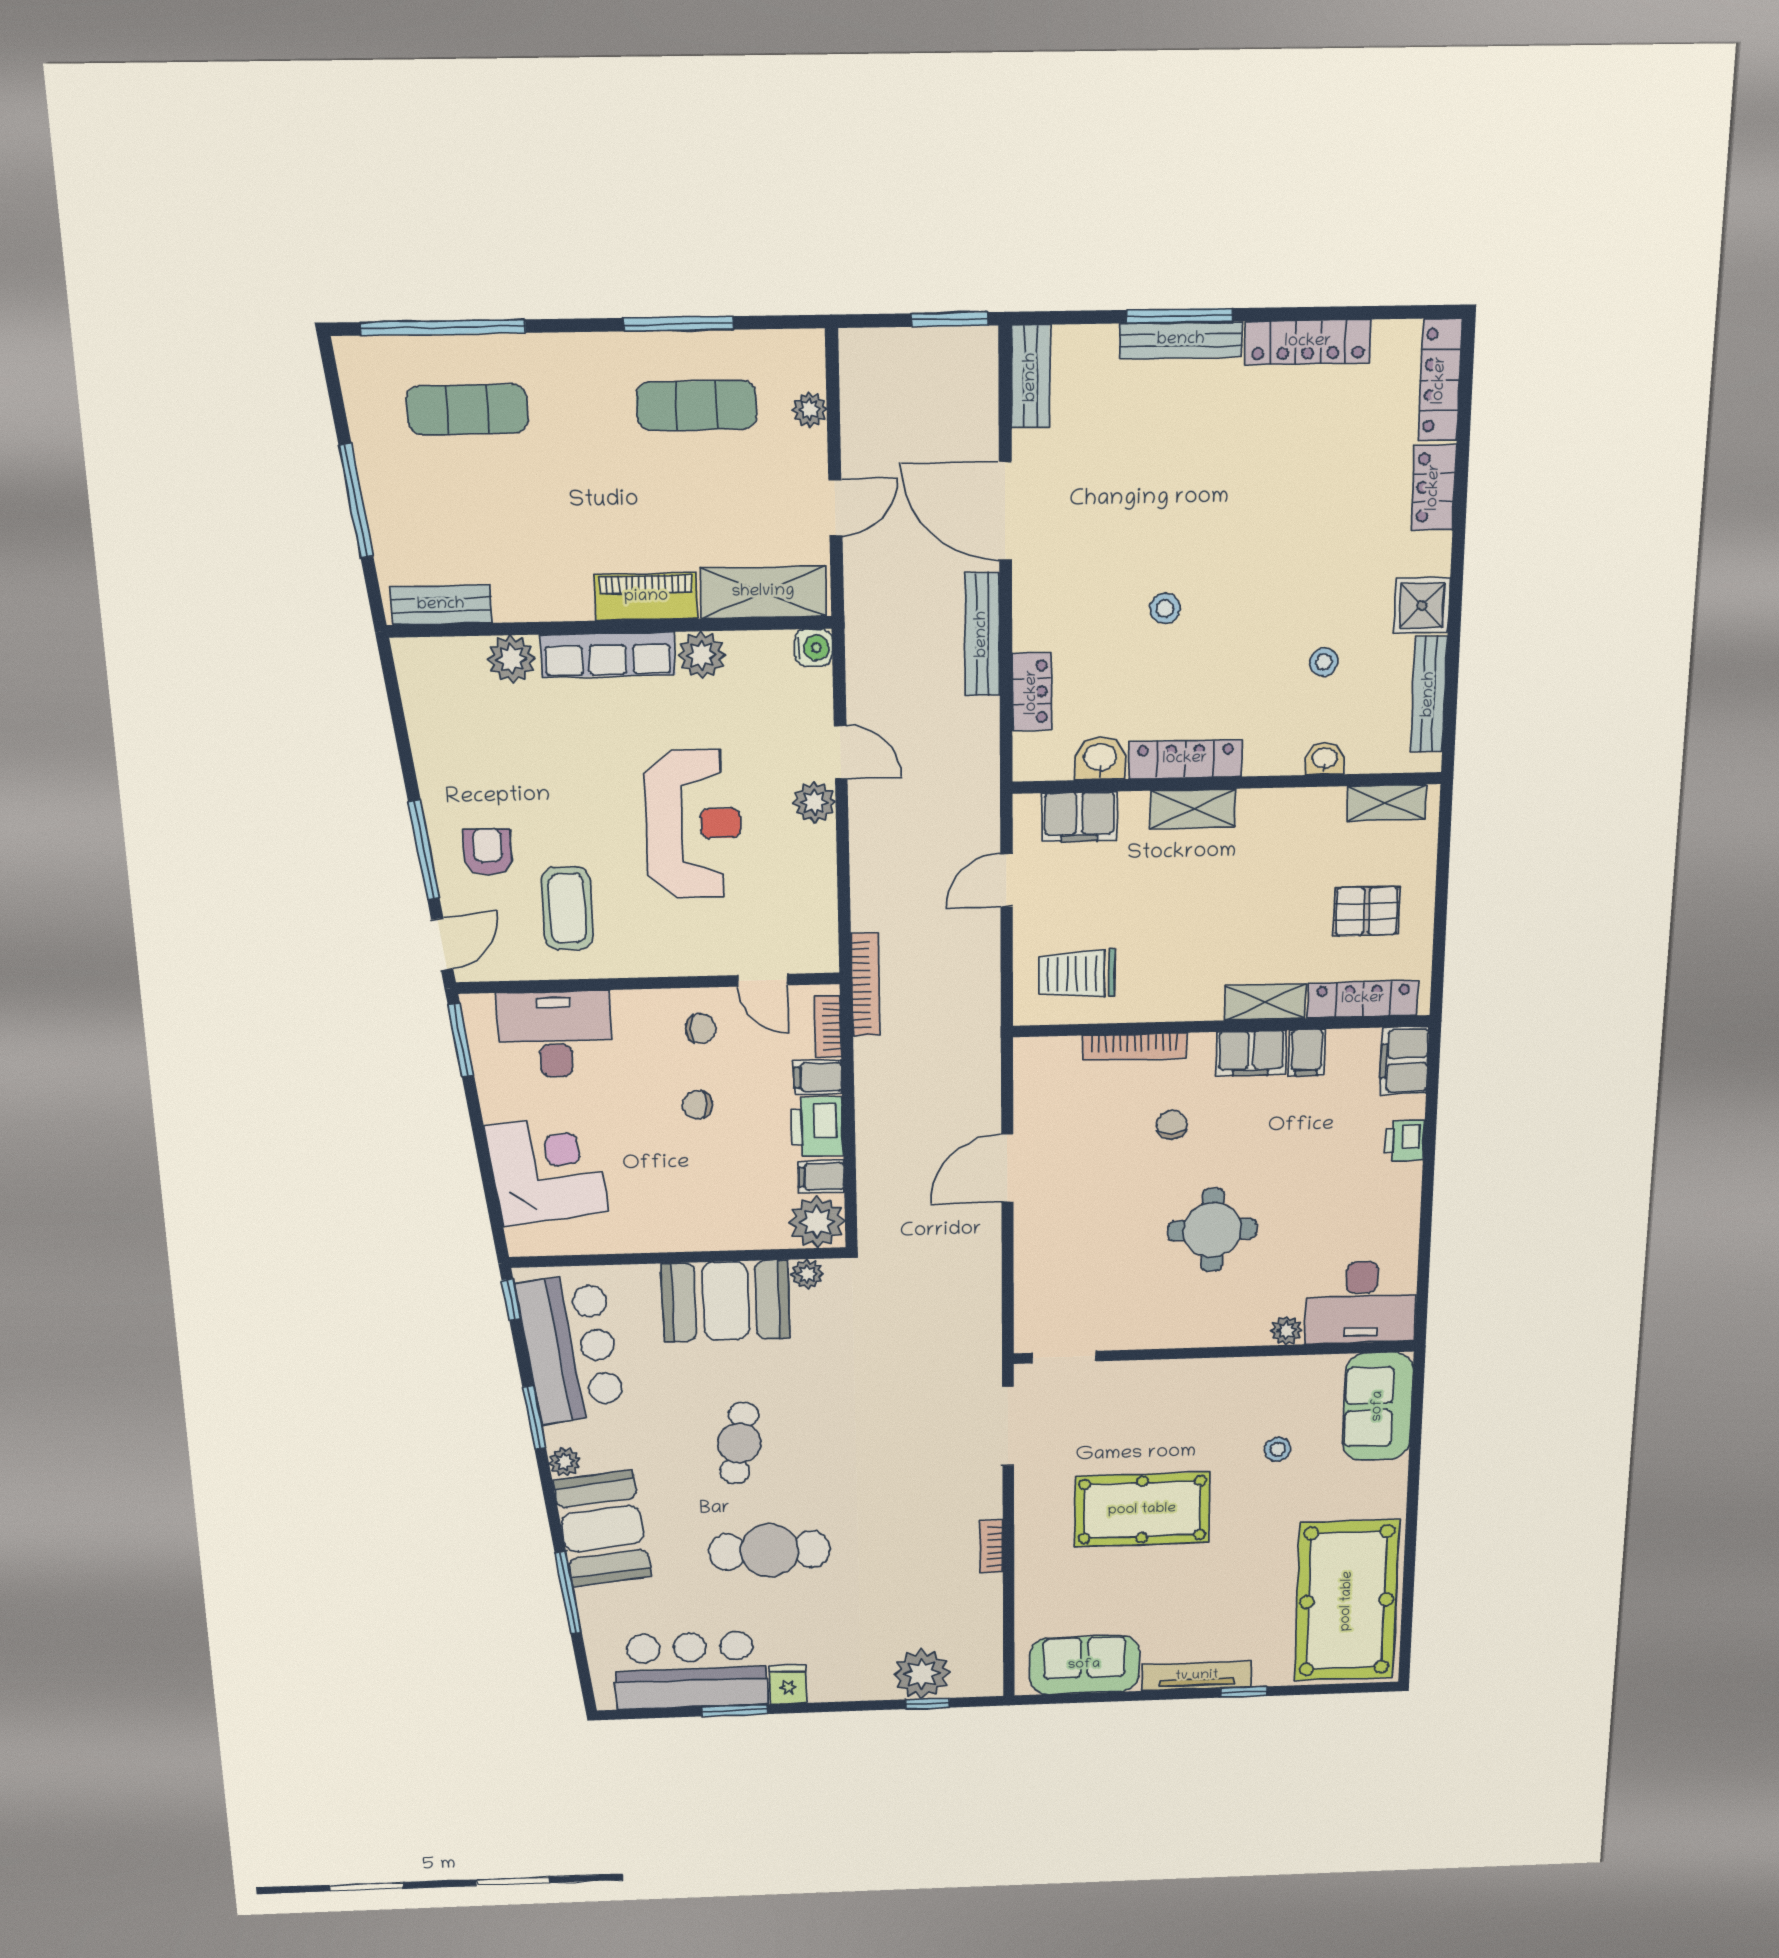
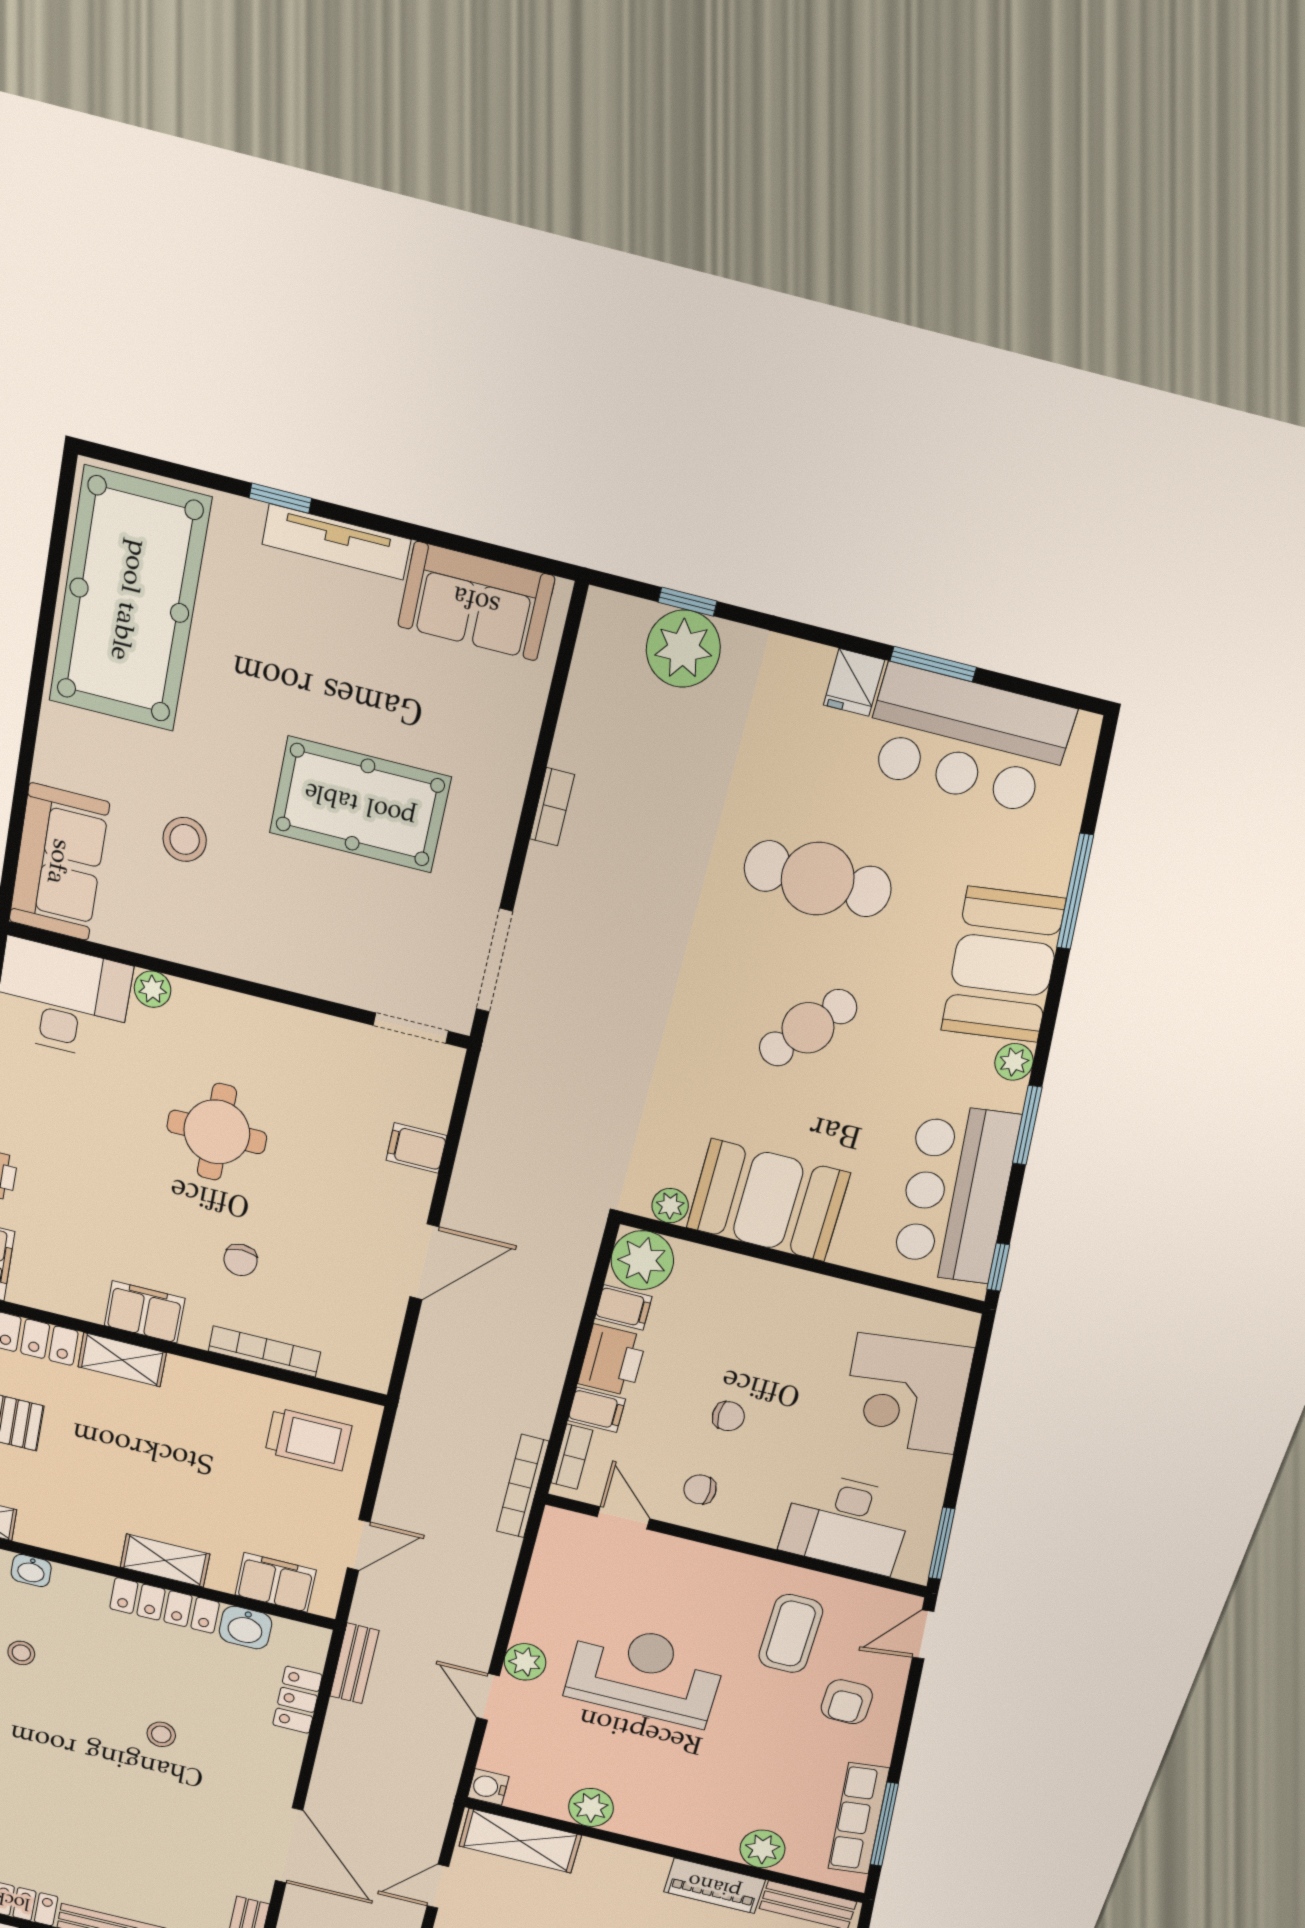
piano: (646, 597) -> (714, 1886), moved
bench: (982, 634) -> (354, 1663), moved, width x0.73
row of seats: (608, 655) -> (859, 1819), moved, turned -97
reception desk: (693, 824) -> (645, 1674), turned 90
window: (424, 850) -> (884, 1824), moved
filing cabinet: (1307, 1053) -> (416, 1148), moved, turned -90
cafe table: (739, 1443) -> (808, 1028), turned 31
stool: (1278, 1449) -> (185, 839), width x1.37, depth x1.37

